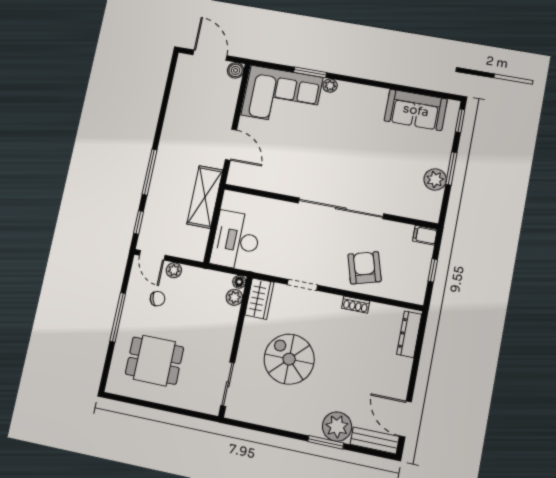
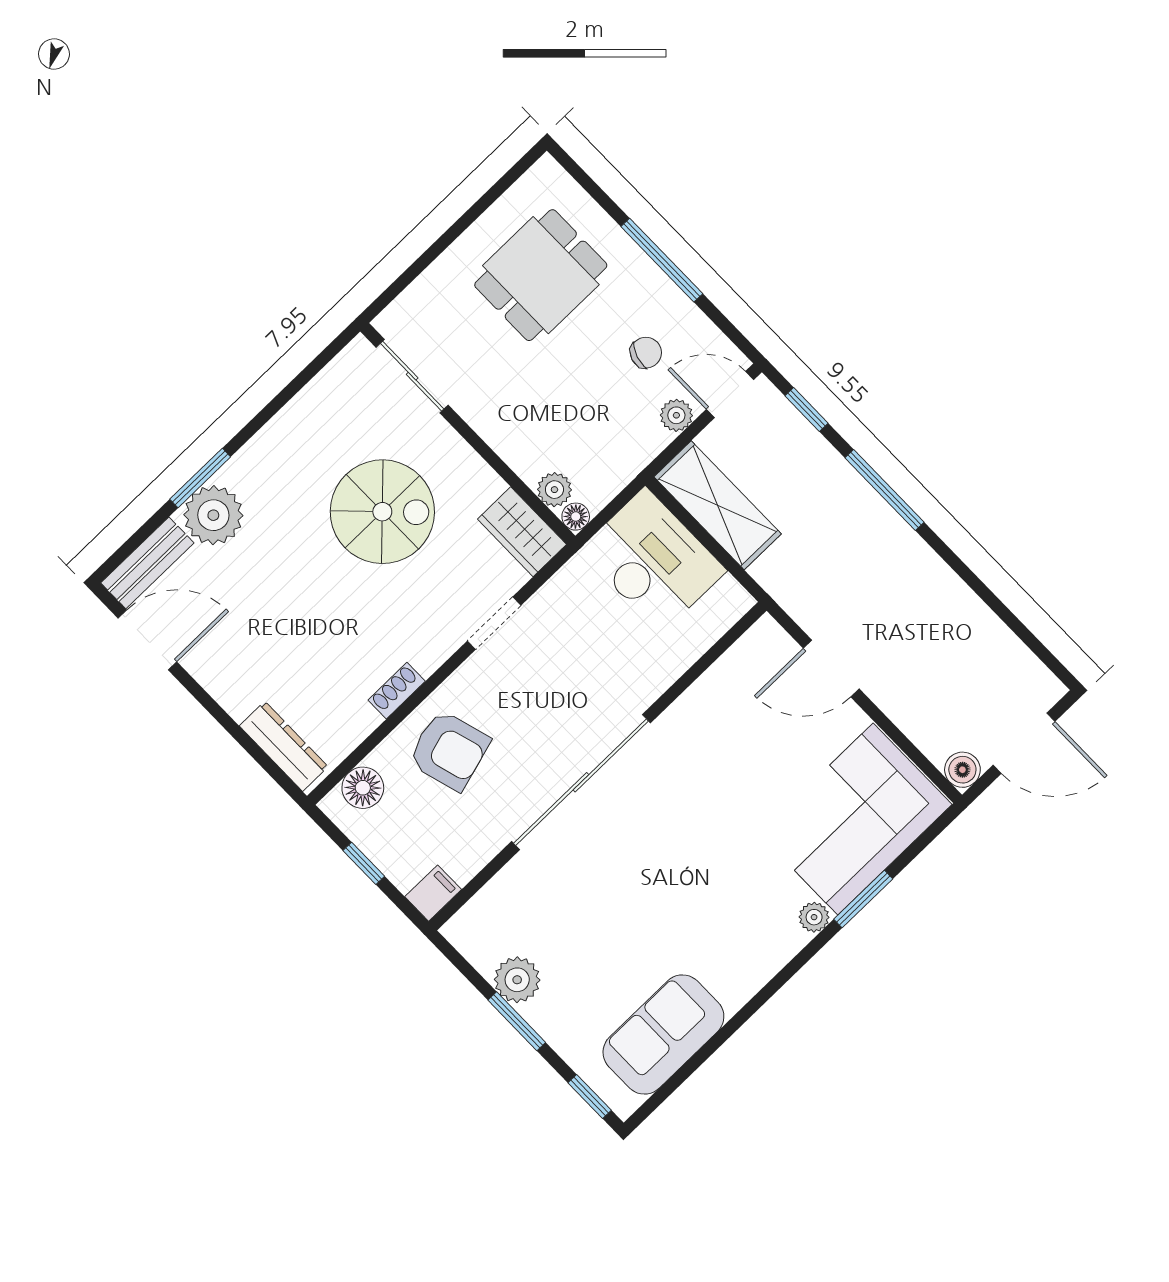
shelving: (205, 197) -> (718, 505), moved
floor lamp: (403, 291) -> (363, 788), added
chair: (157, 299) -> (646, 353), turned -147

